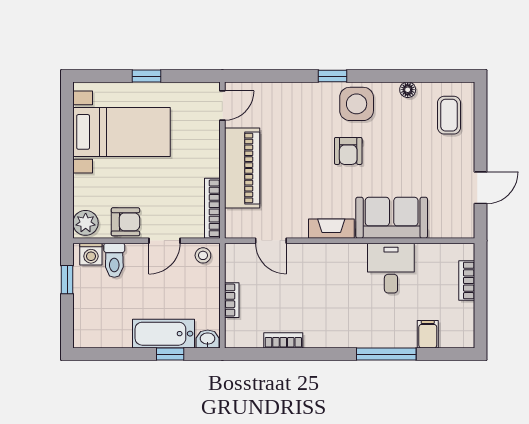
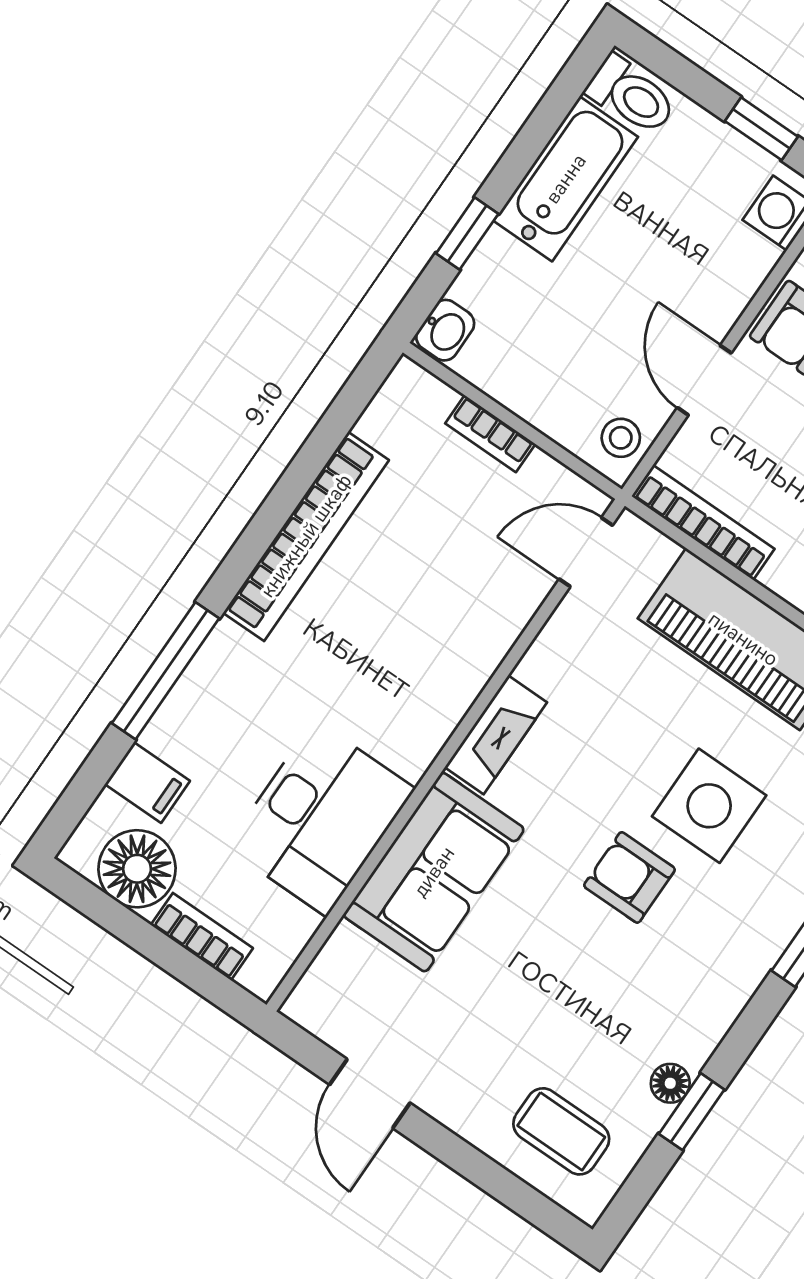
window: (412, 76) -> (692, 1112), added
side table: (357, 104) -> (709, 806), moved
door: (271, 241) -> (586, 552), moved
toilet: (114, 260) -> (631, 95), moved, turned 180
desk: (391, 268) -> (321, 818), width x1.37
floor lamp: (459, 318) -> (137, 869), added
bathtub: (164, 334) -> (566, 179), moved
bookcase: (283, 340) -> (306, 536), width x2.31, depth x1.31

